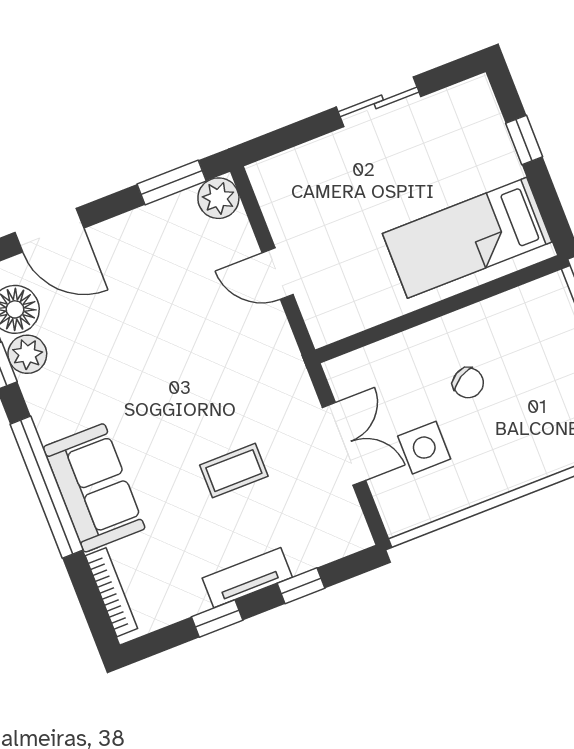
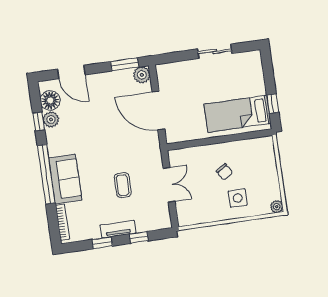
window: (524, 140) -> (273, 104), moved
door: (278, 274) -> (158, 111), width x1.88
side table: (424, 448) -> (238, 198), moved
coffee table: (234, 471) -> (123, 185), turned 90

